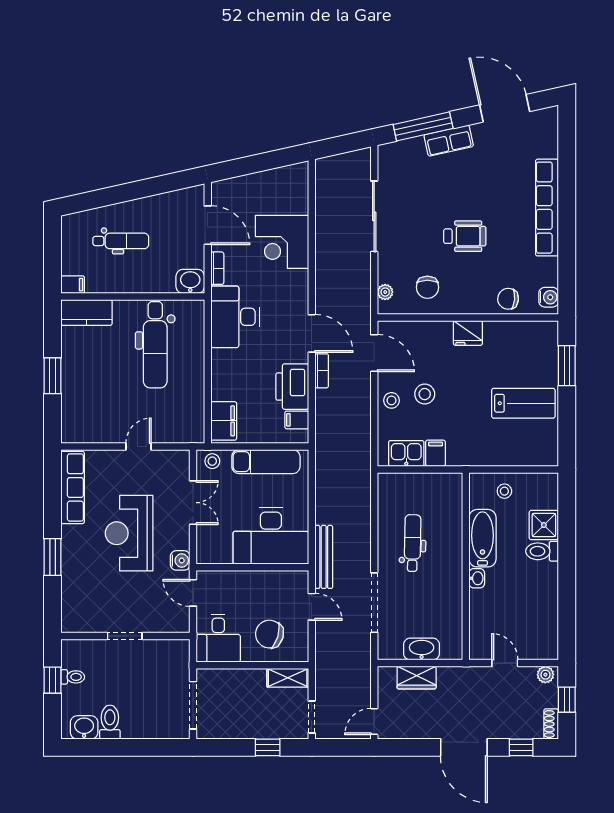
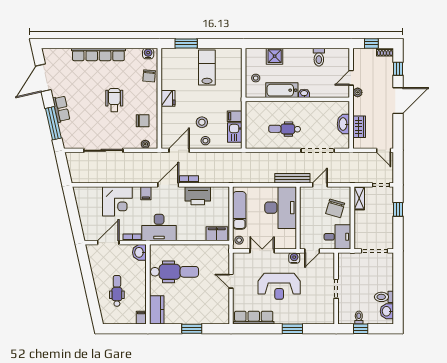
filing cabinet: (297, 420) -> (146, 193), moved
toilet: (542, 551) -> (319, 57), moved
plant: (545, 675) -> (358, 92), moved

